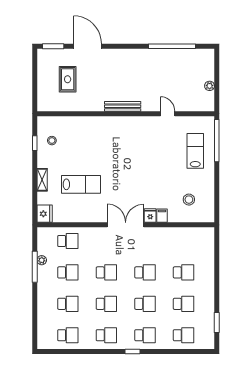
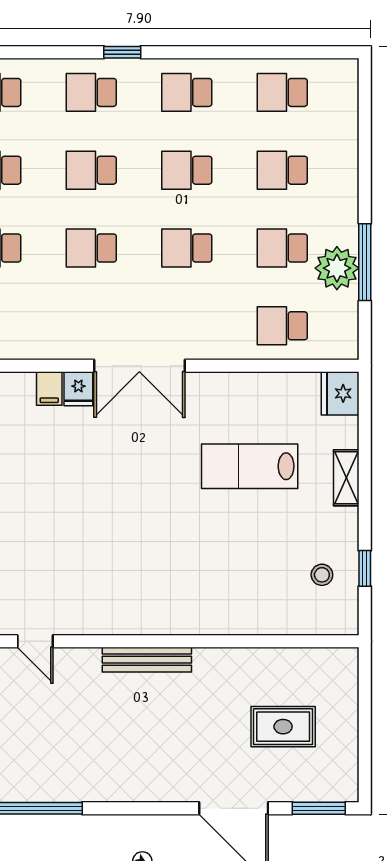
rug: (68, 79) -> (283, 727), turned 90
plant: (42, 260) -> (337, 268), width x1.87, depth x1.87

